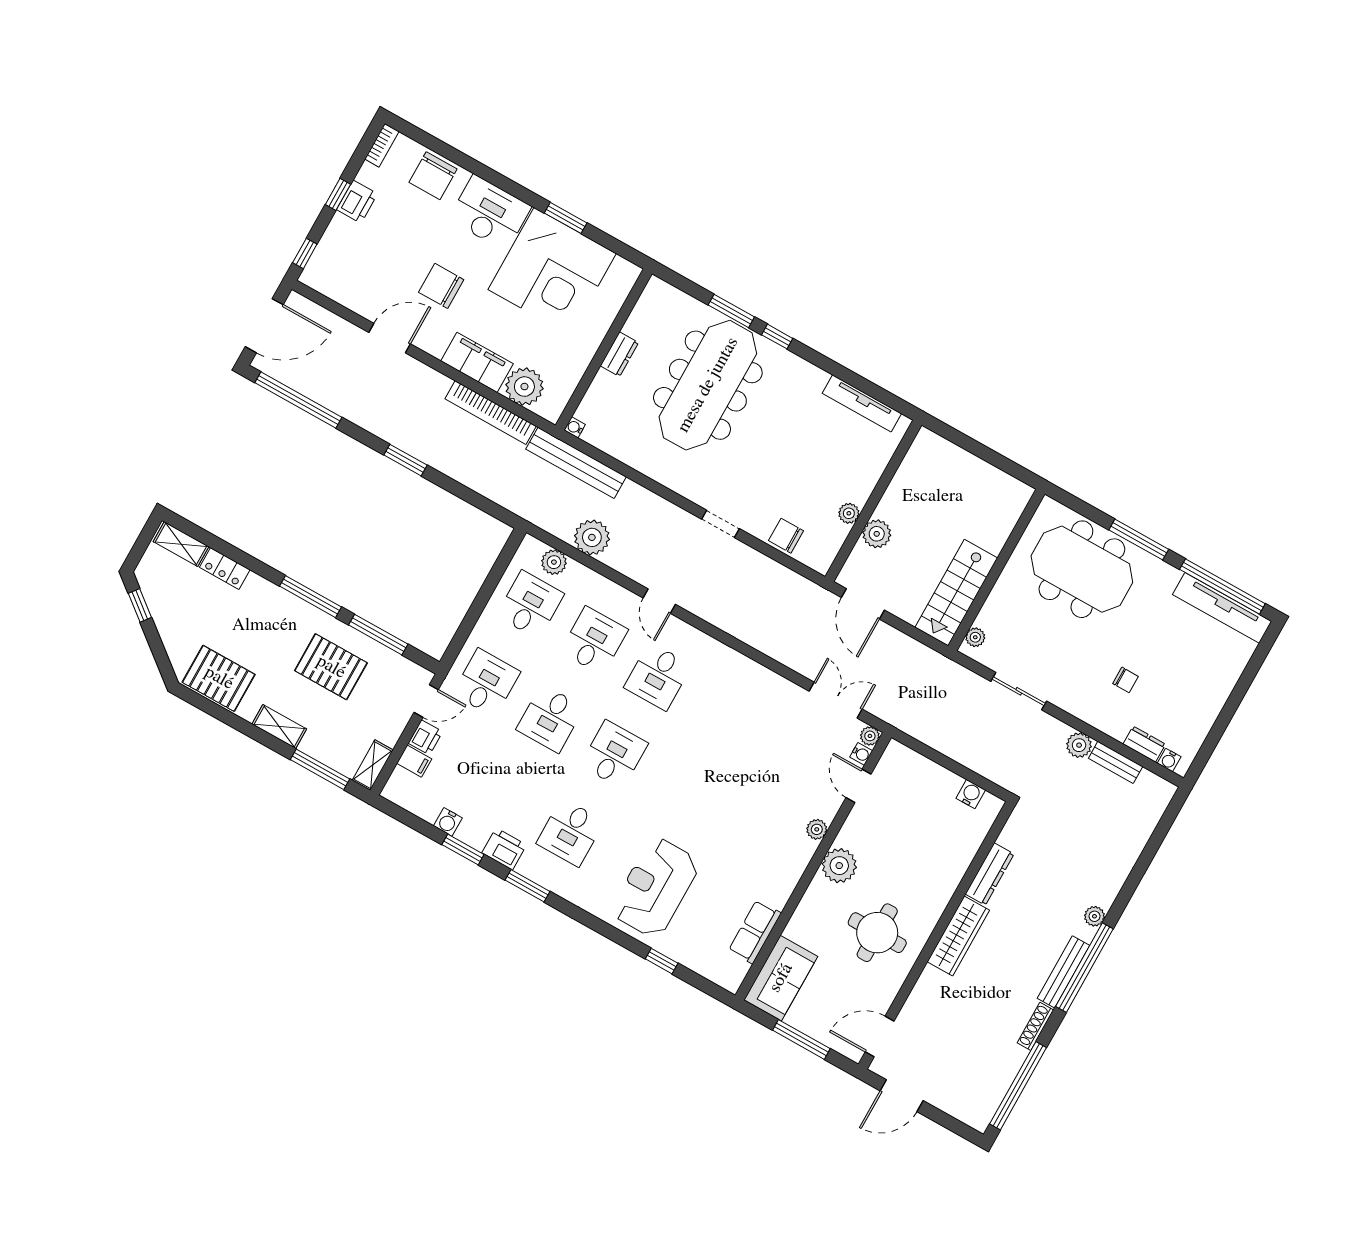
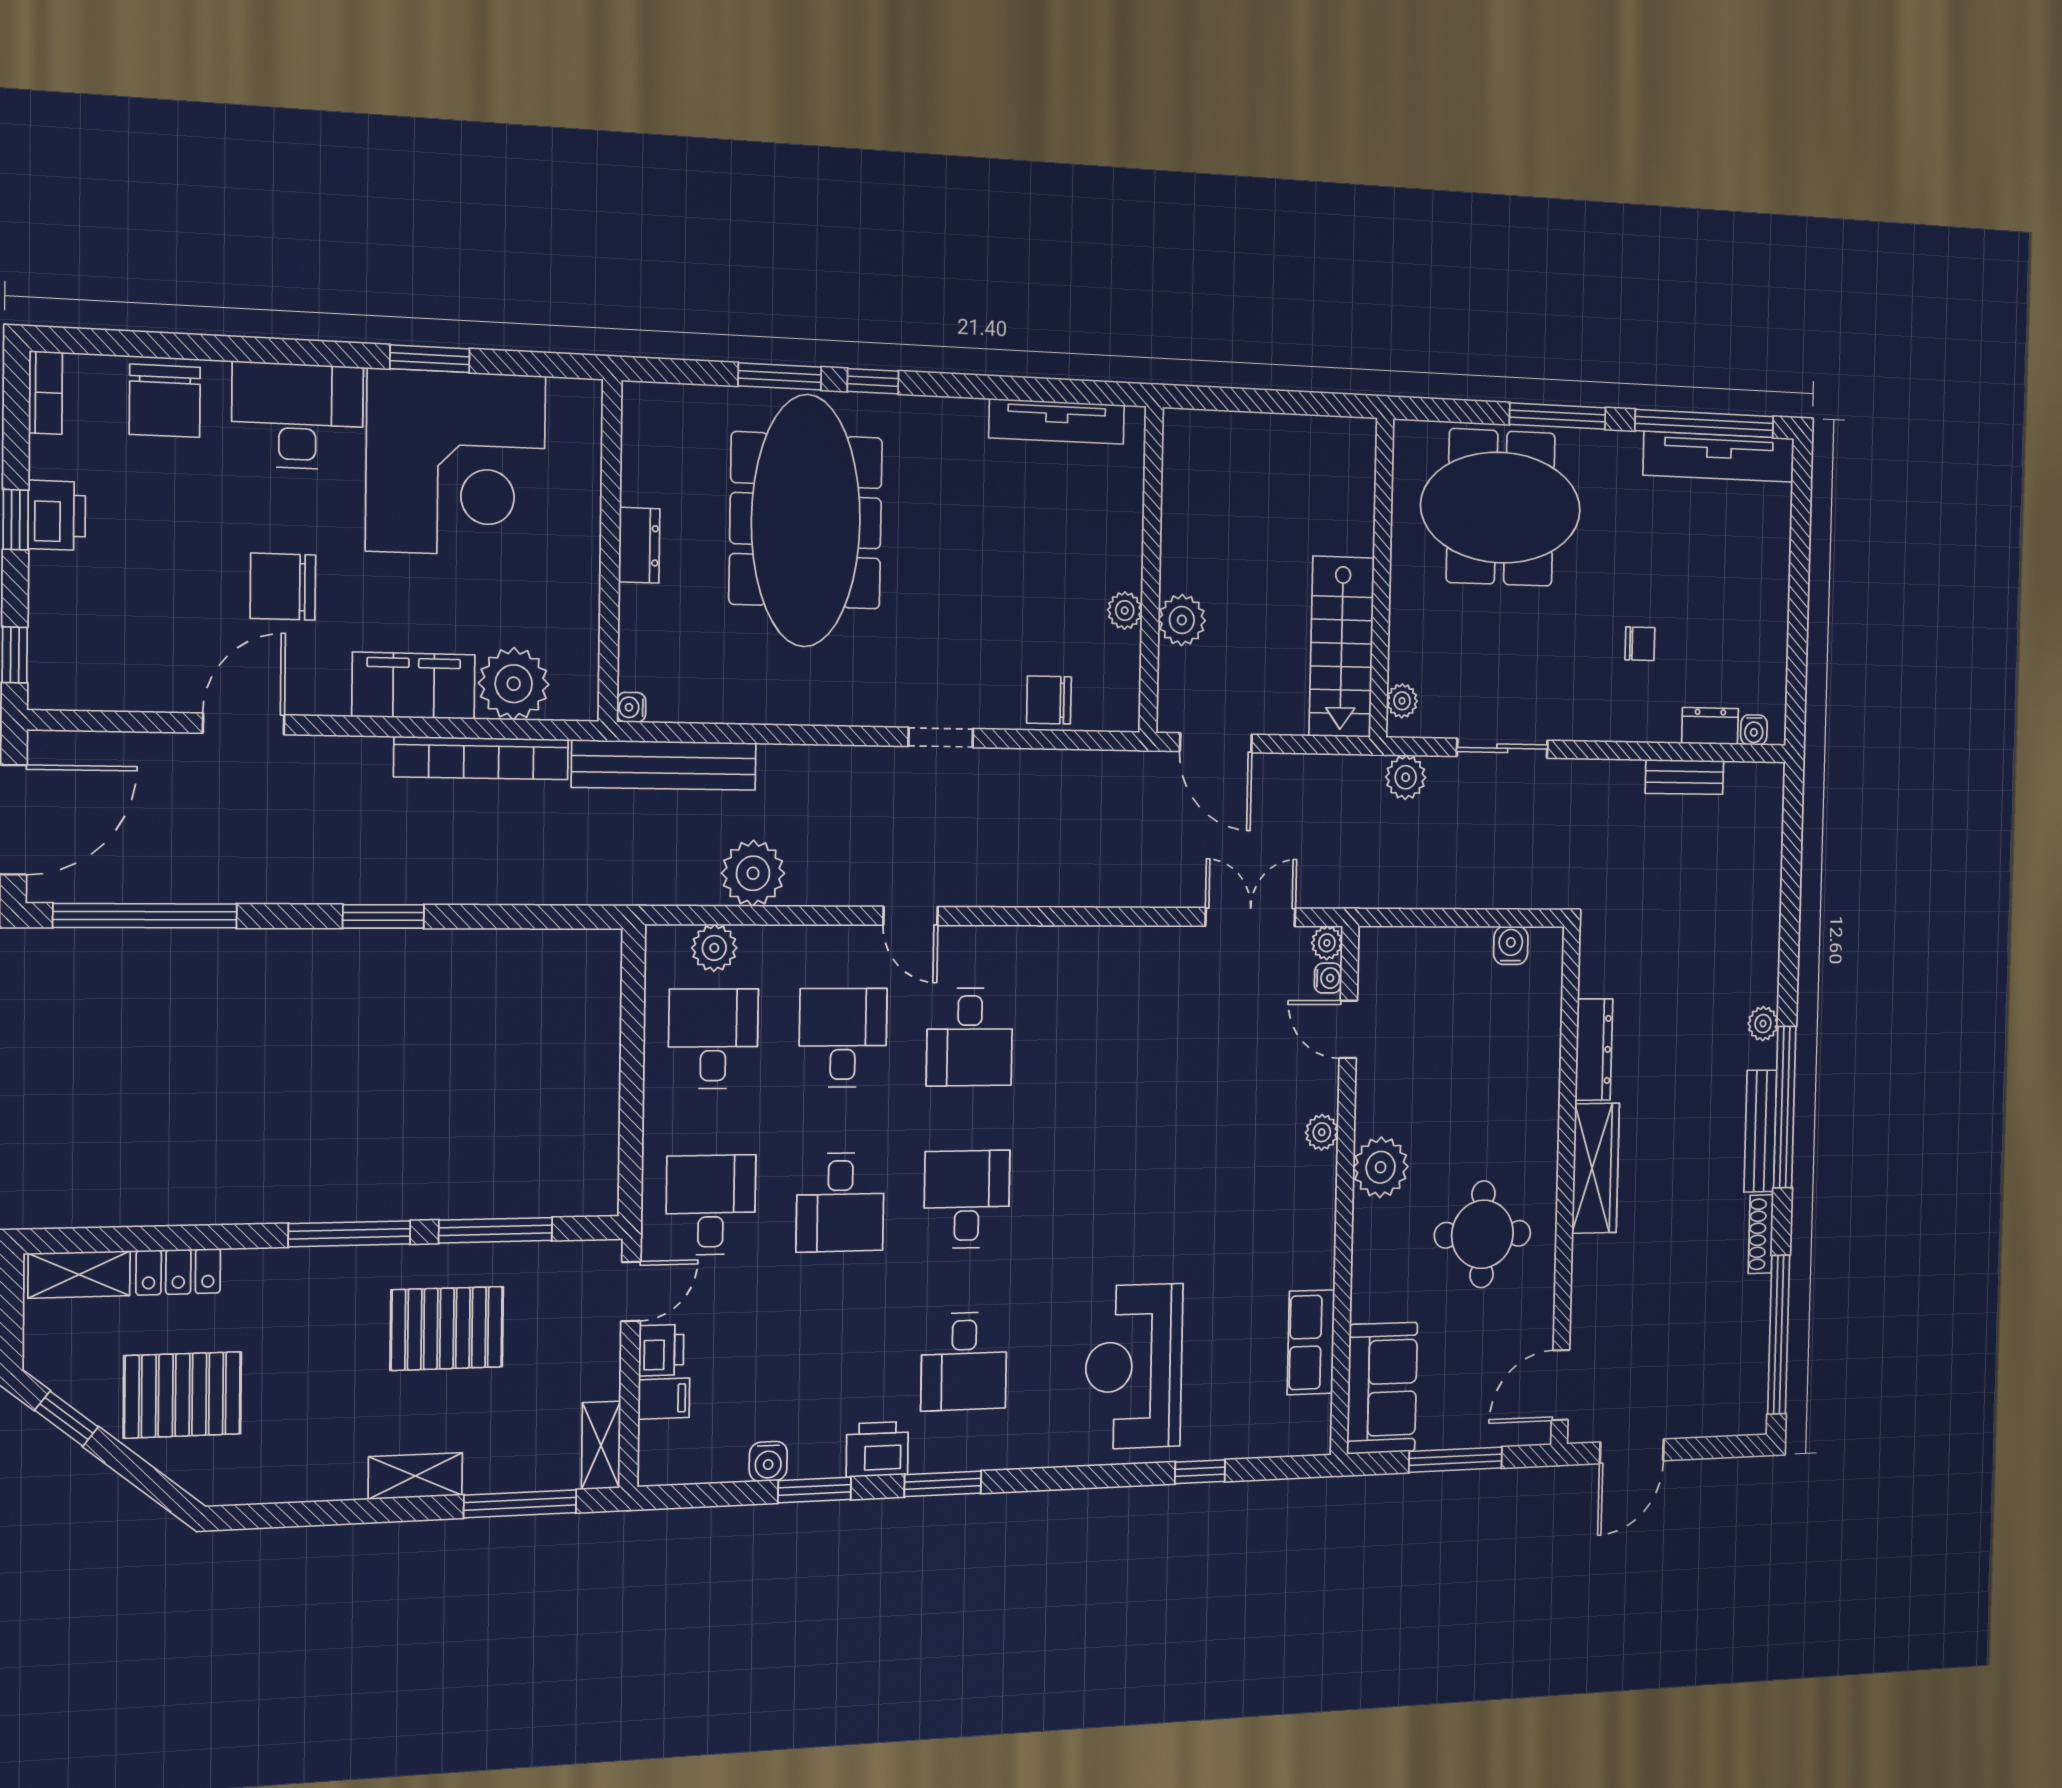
pallet: (219, 678) -> (182, 1395), moved
plant: (1079, 745) -> (1406, 777), moved

